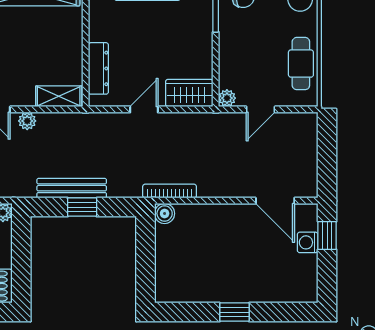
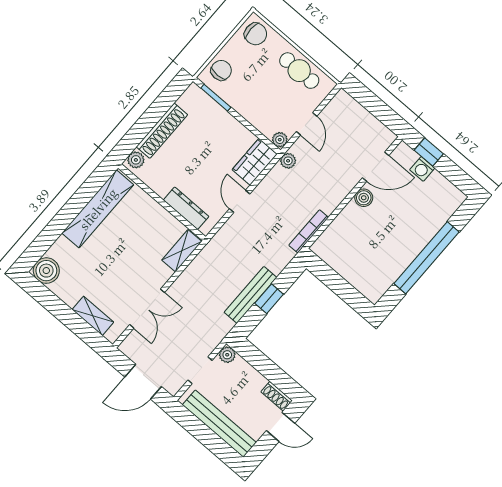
plant: (27, 121) -> (288, 161), moved
boiler: (165, 213) -> (364, 198), moved
window: (234, 312) -> (427, 258), width x3.17

